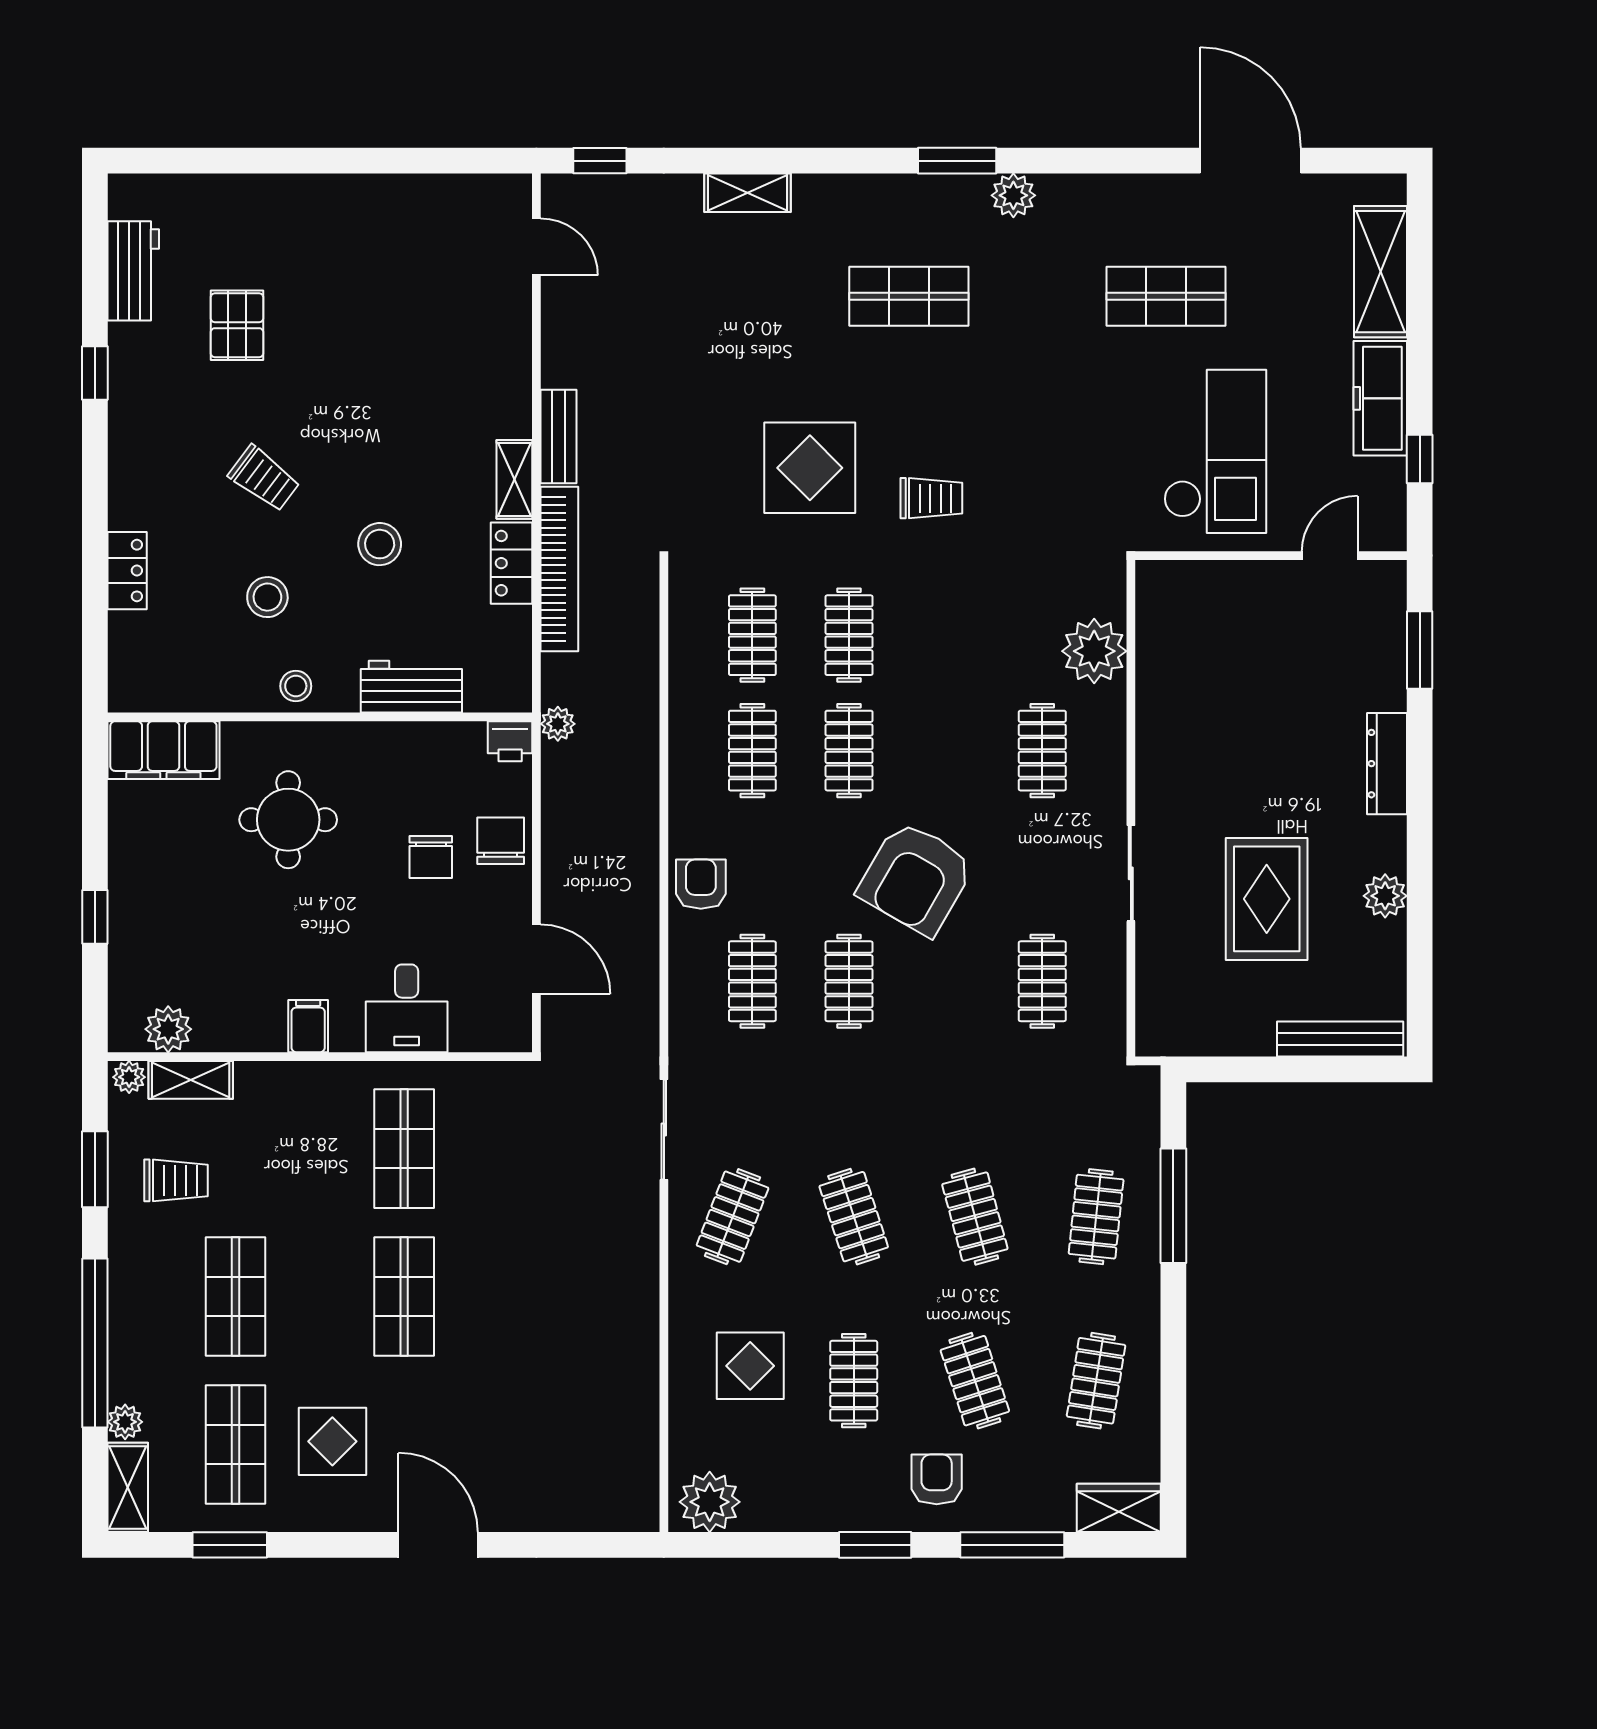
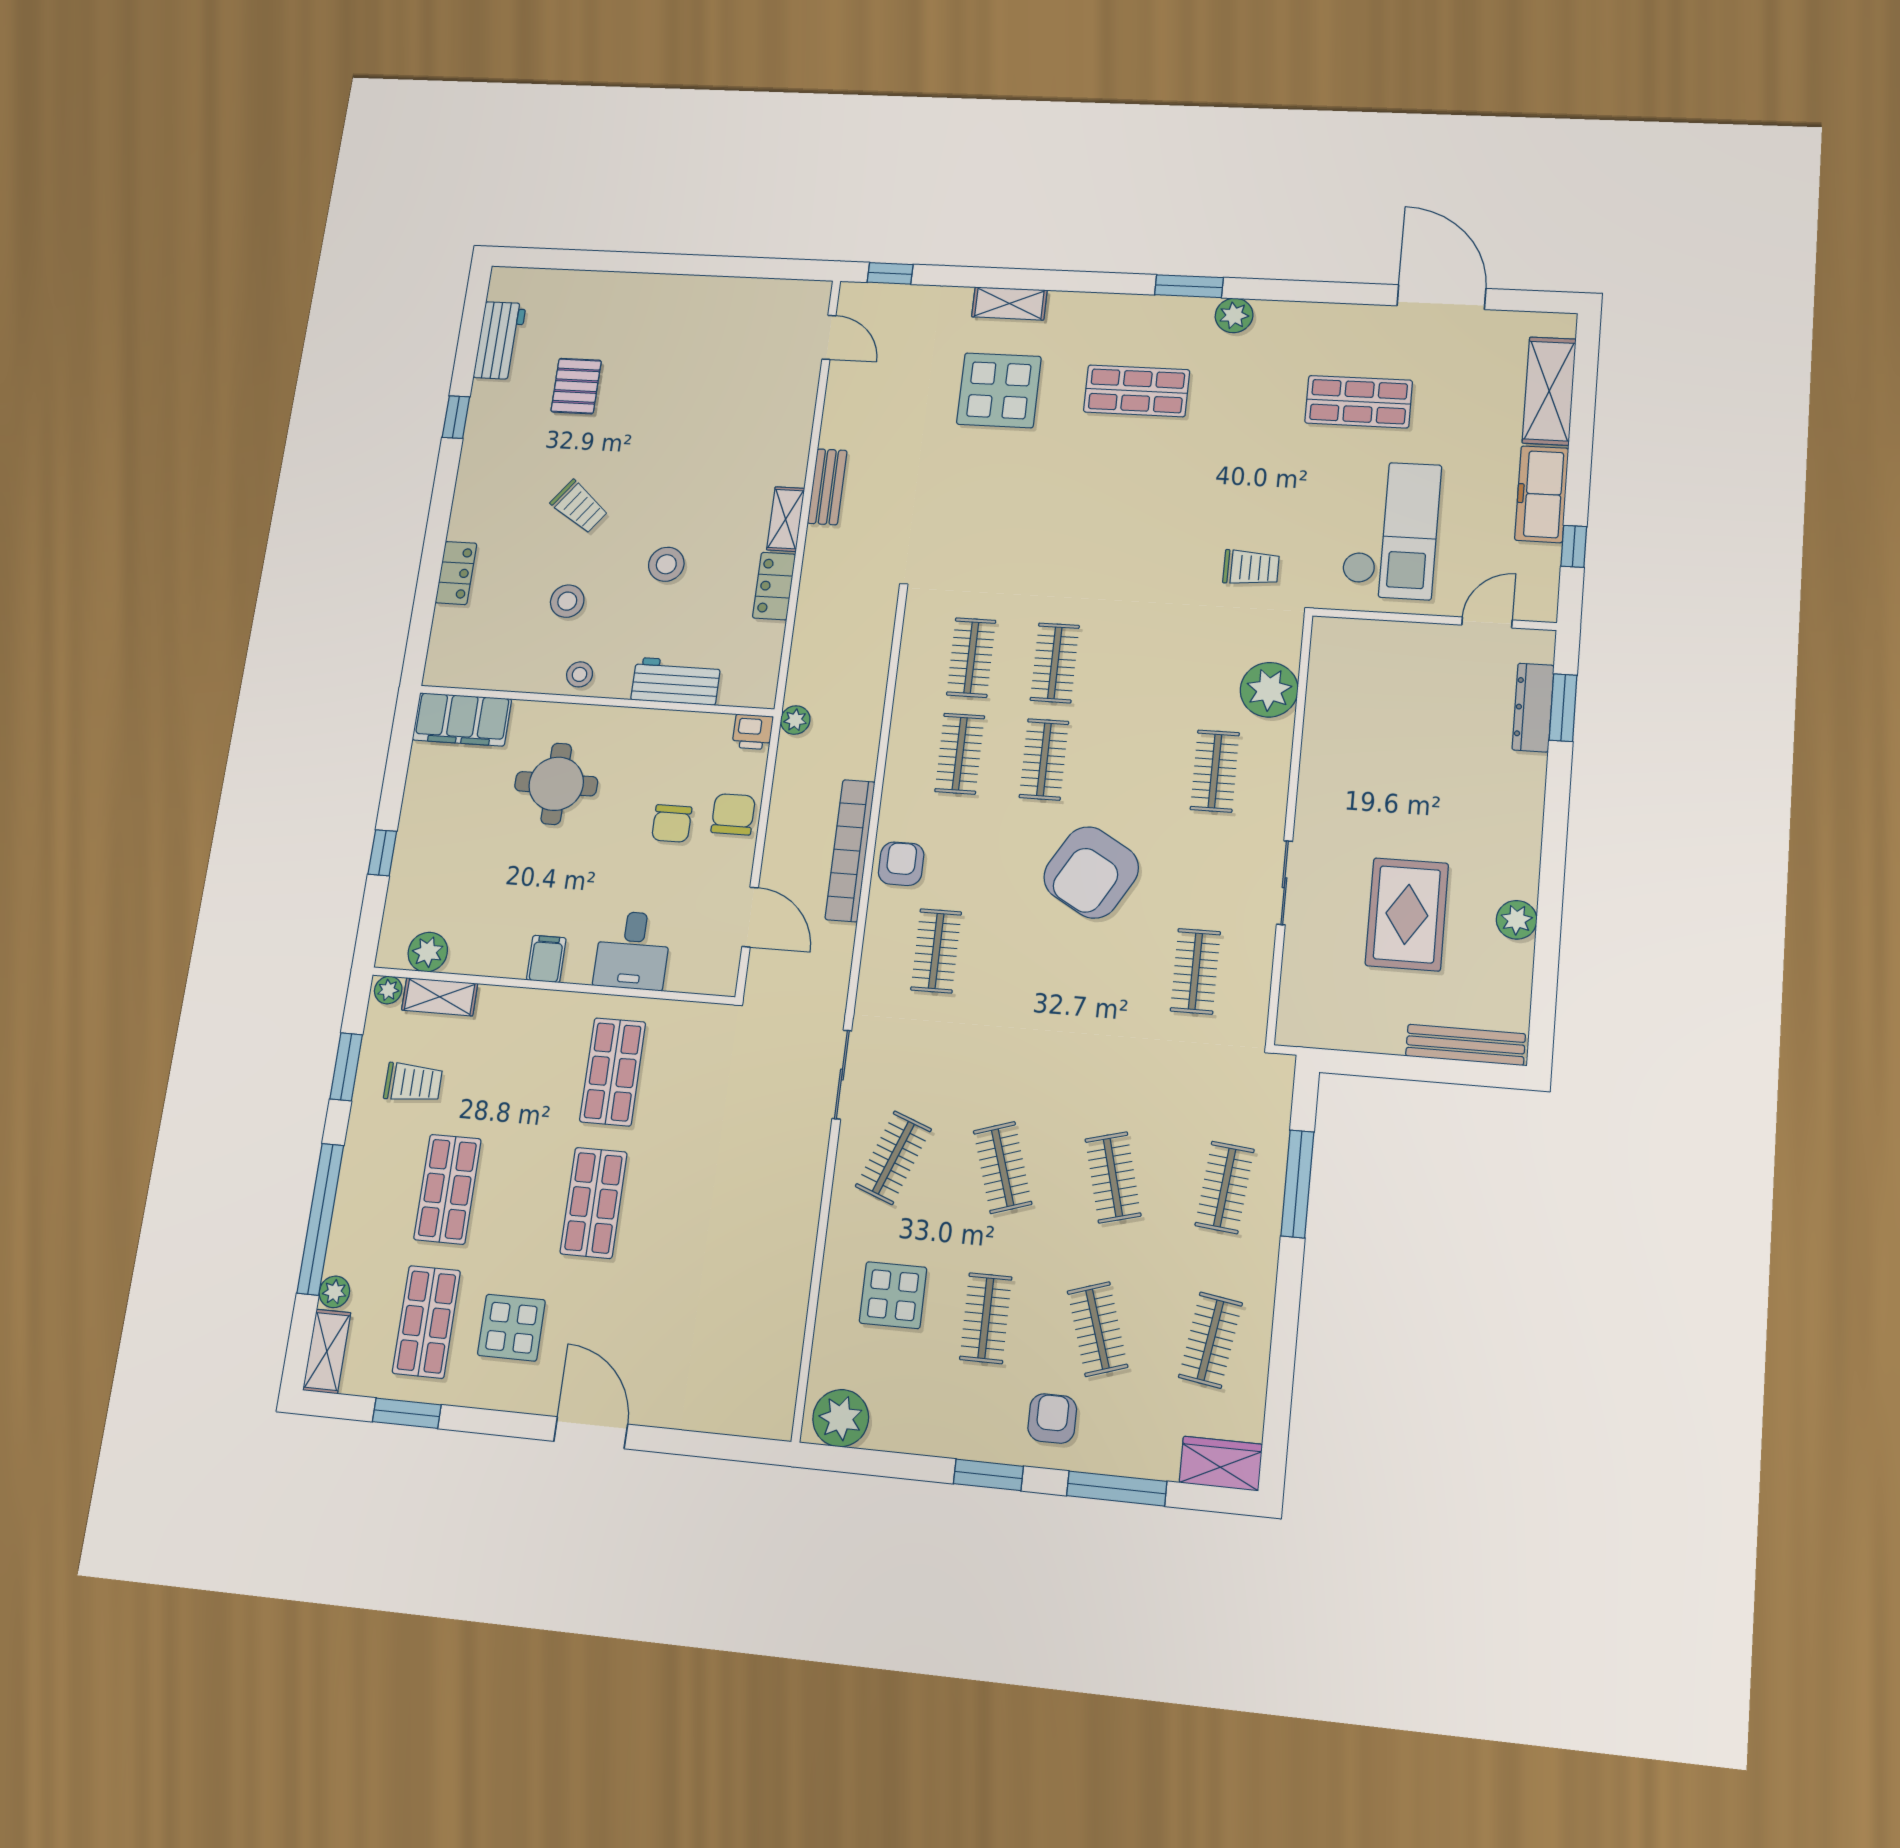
display table: (810, 468) -> (999, 390), moved
trolley: (931, 498) -> (1251, 568), moved
bookcase: (559, 569) -> (850, 850), moved, turned 180
dresser: (1387, 764) -> (1533, 708), moved
clothes rail: (849, 981) -> (1022, 958), removed

